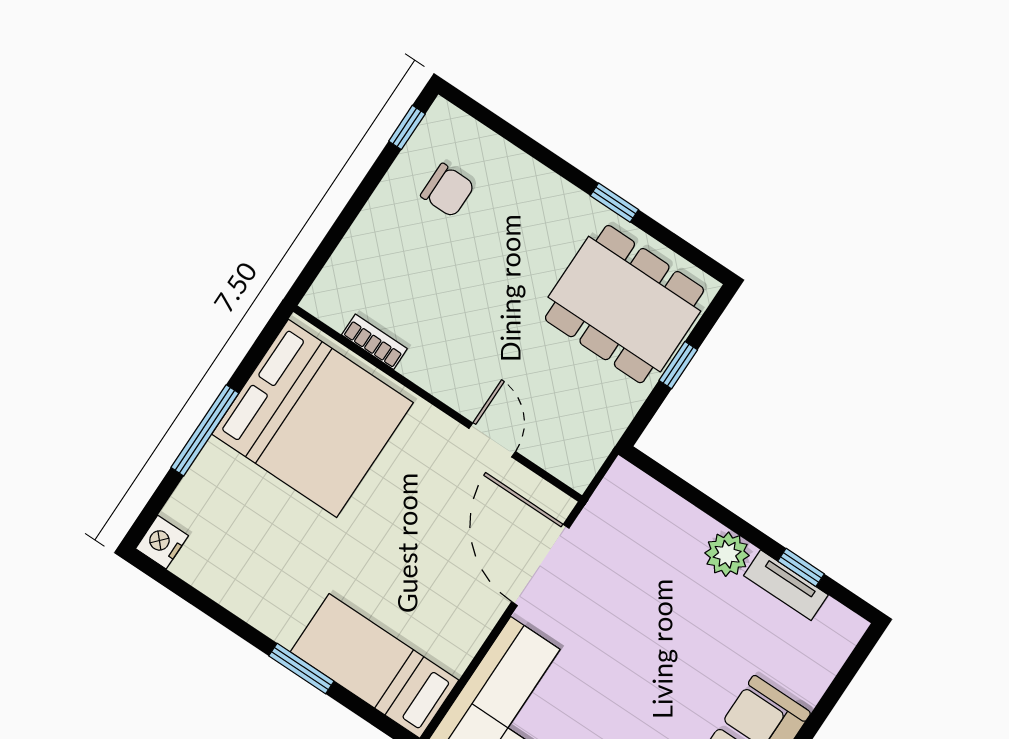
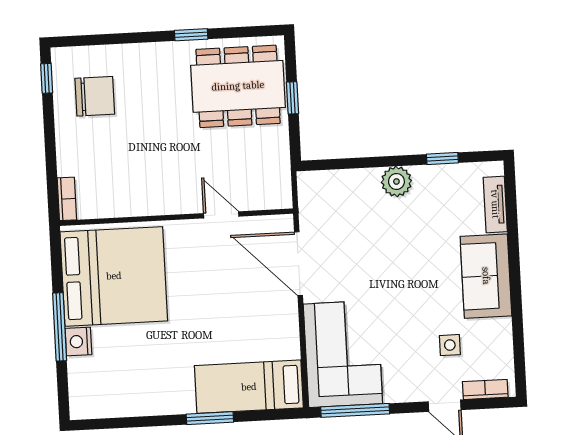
chair: (448, 190) -> (95, 96), width x1.37, depth x1.37
bookcase: (374, 342) -> (67, 199), moved, turned 90
nightstand: (162, 542) -> (78, 342), moved
tv unit: (786, 585) -> (495, 204), moved, turned 90

